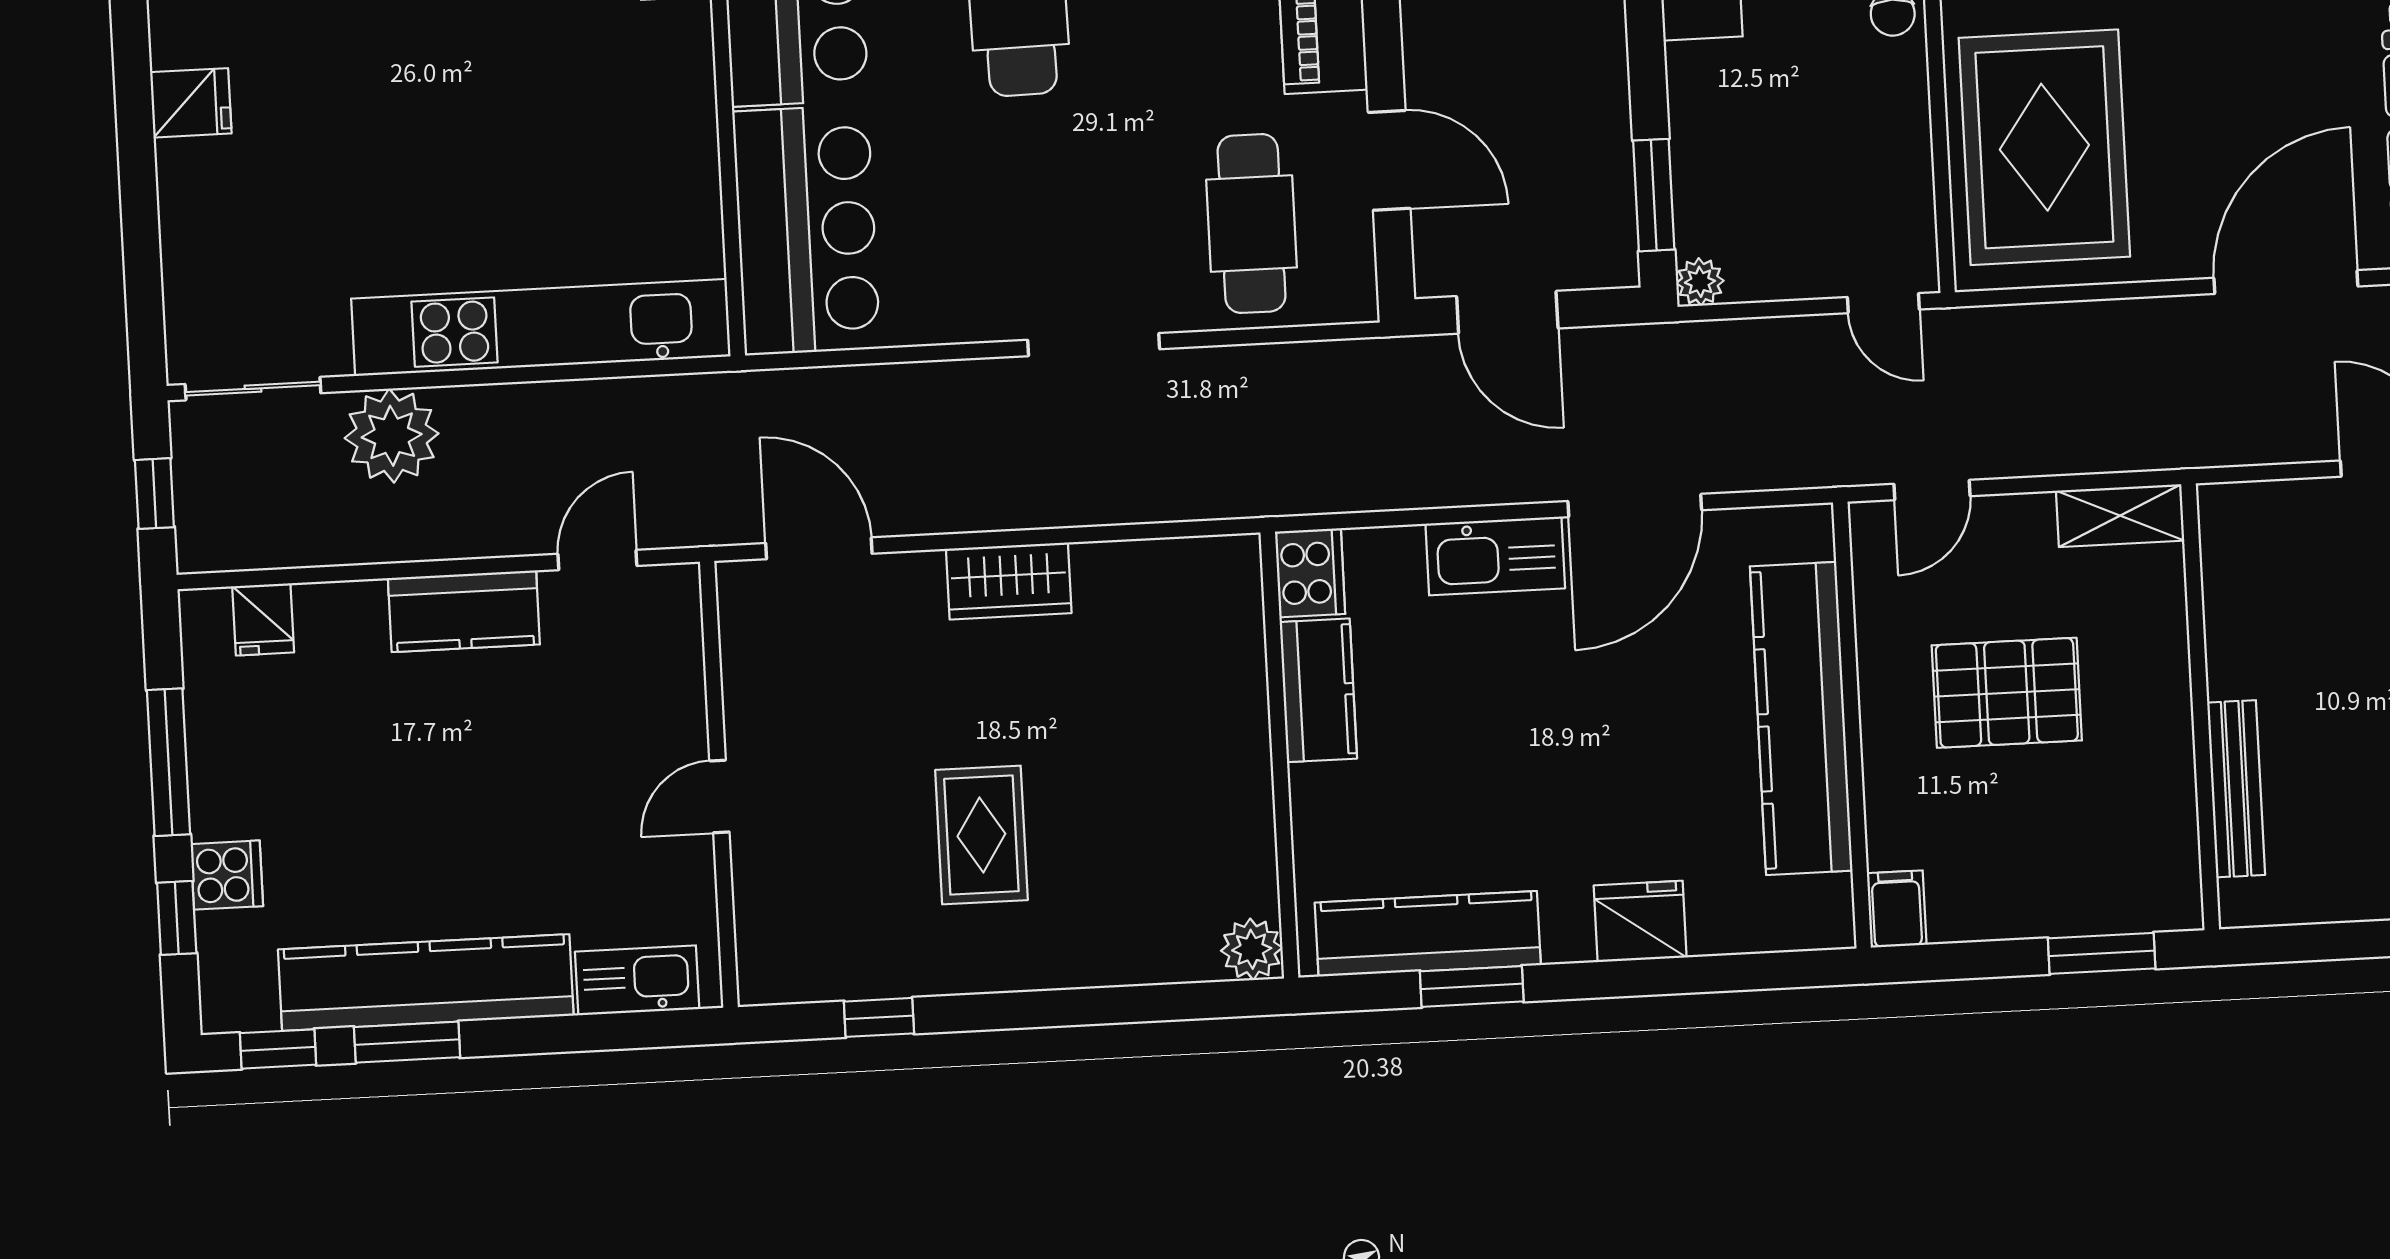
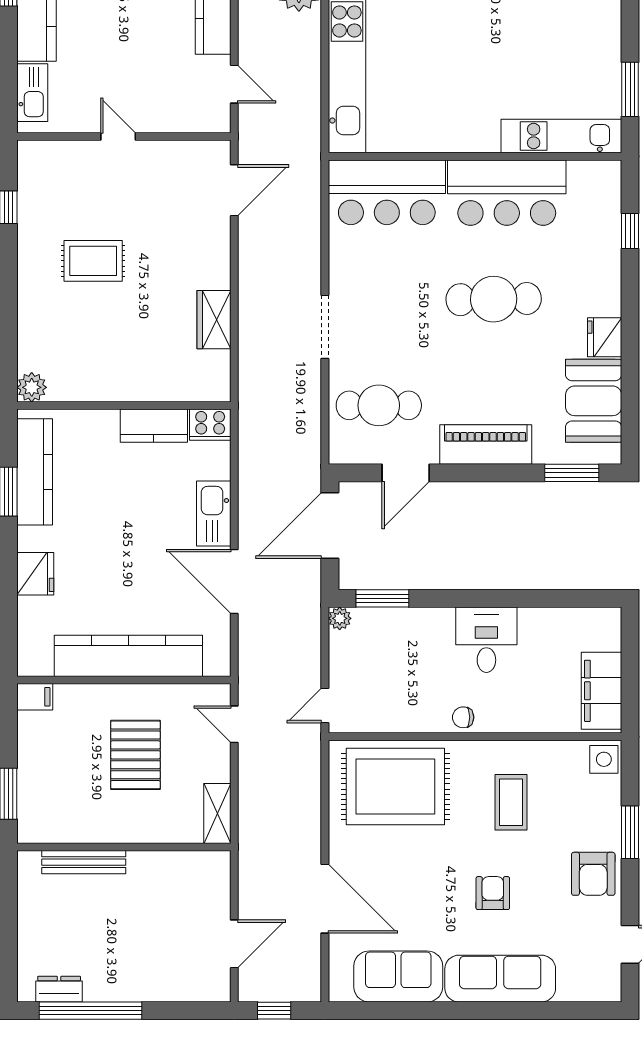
door: (1507, 312) -> (330, 525), width x1.36
wardrobe: (1009, 581) -> (214, 320), moved

